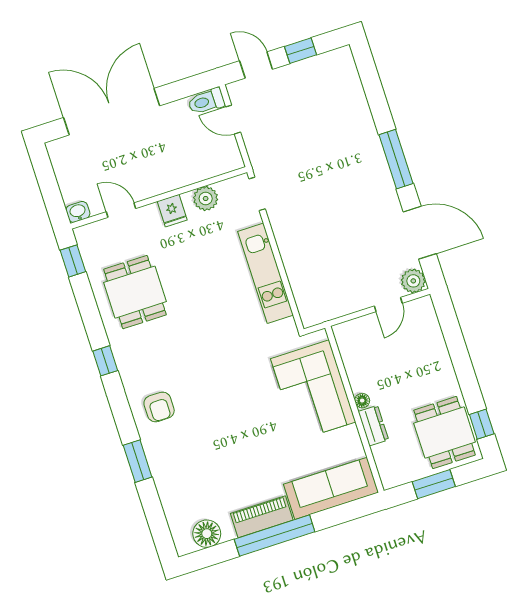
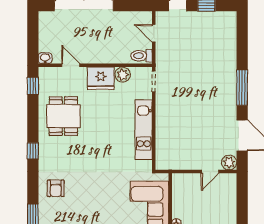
toilet: (206, 101) -> (142, 56), moved
fridge: (172, 211) -> (101, 78), width x1.88, depth x1.34

